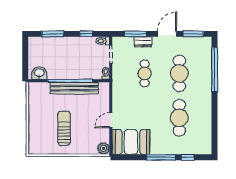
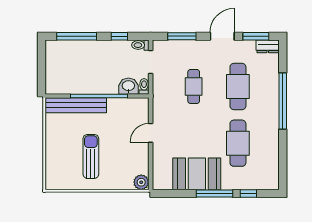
window: (53, 34) -> (77, 36), width x1.44
dresser: (143, 42) -> (268, 46), moved
window: (215, 70) -> (283, 101), moved
washbasin: (39, 73) -> (128, 86), moved
bench: (74, 88) -> (76, 105), moved
door: (111, 120) -> (151, 133), moved
booth: (131, 142) -> (197, 174), moved

